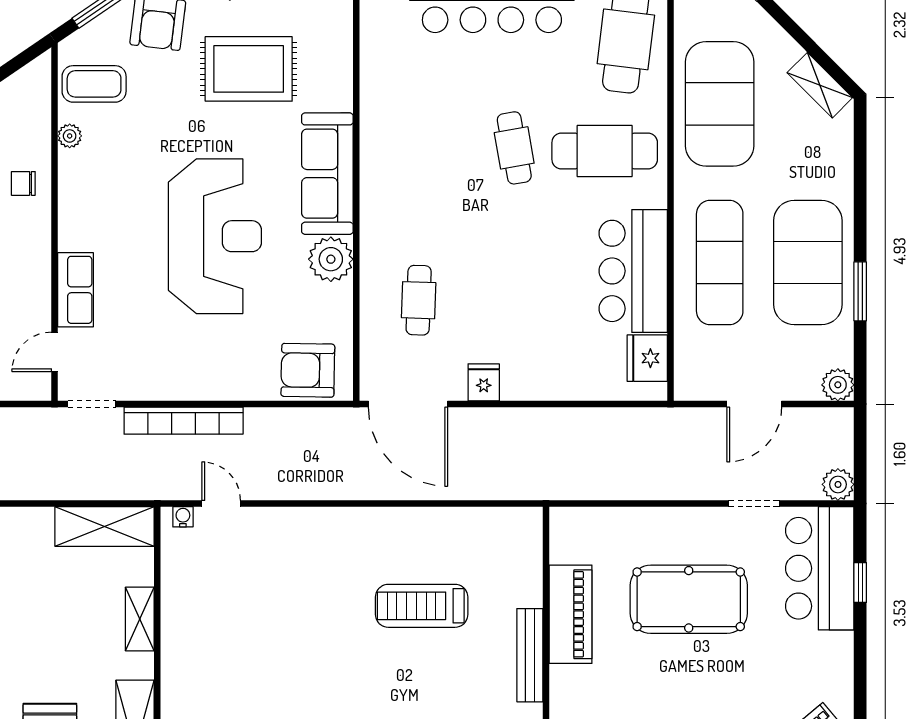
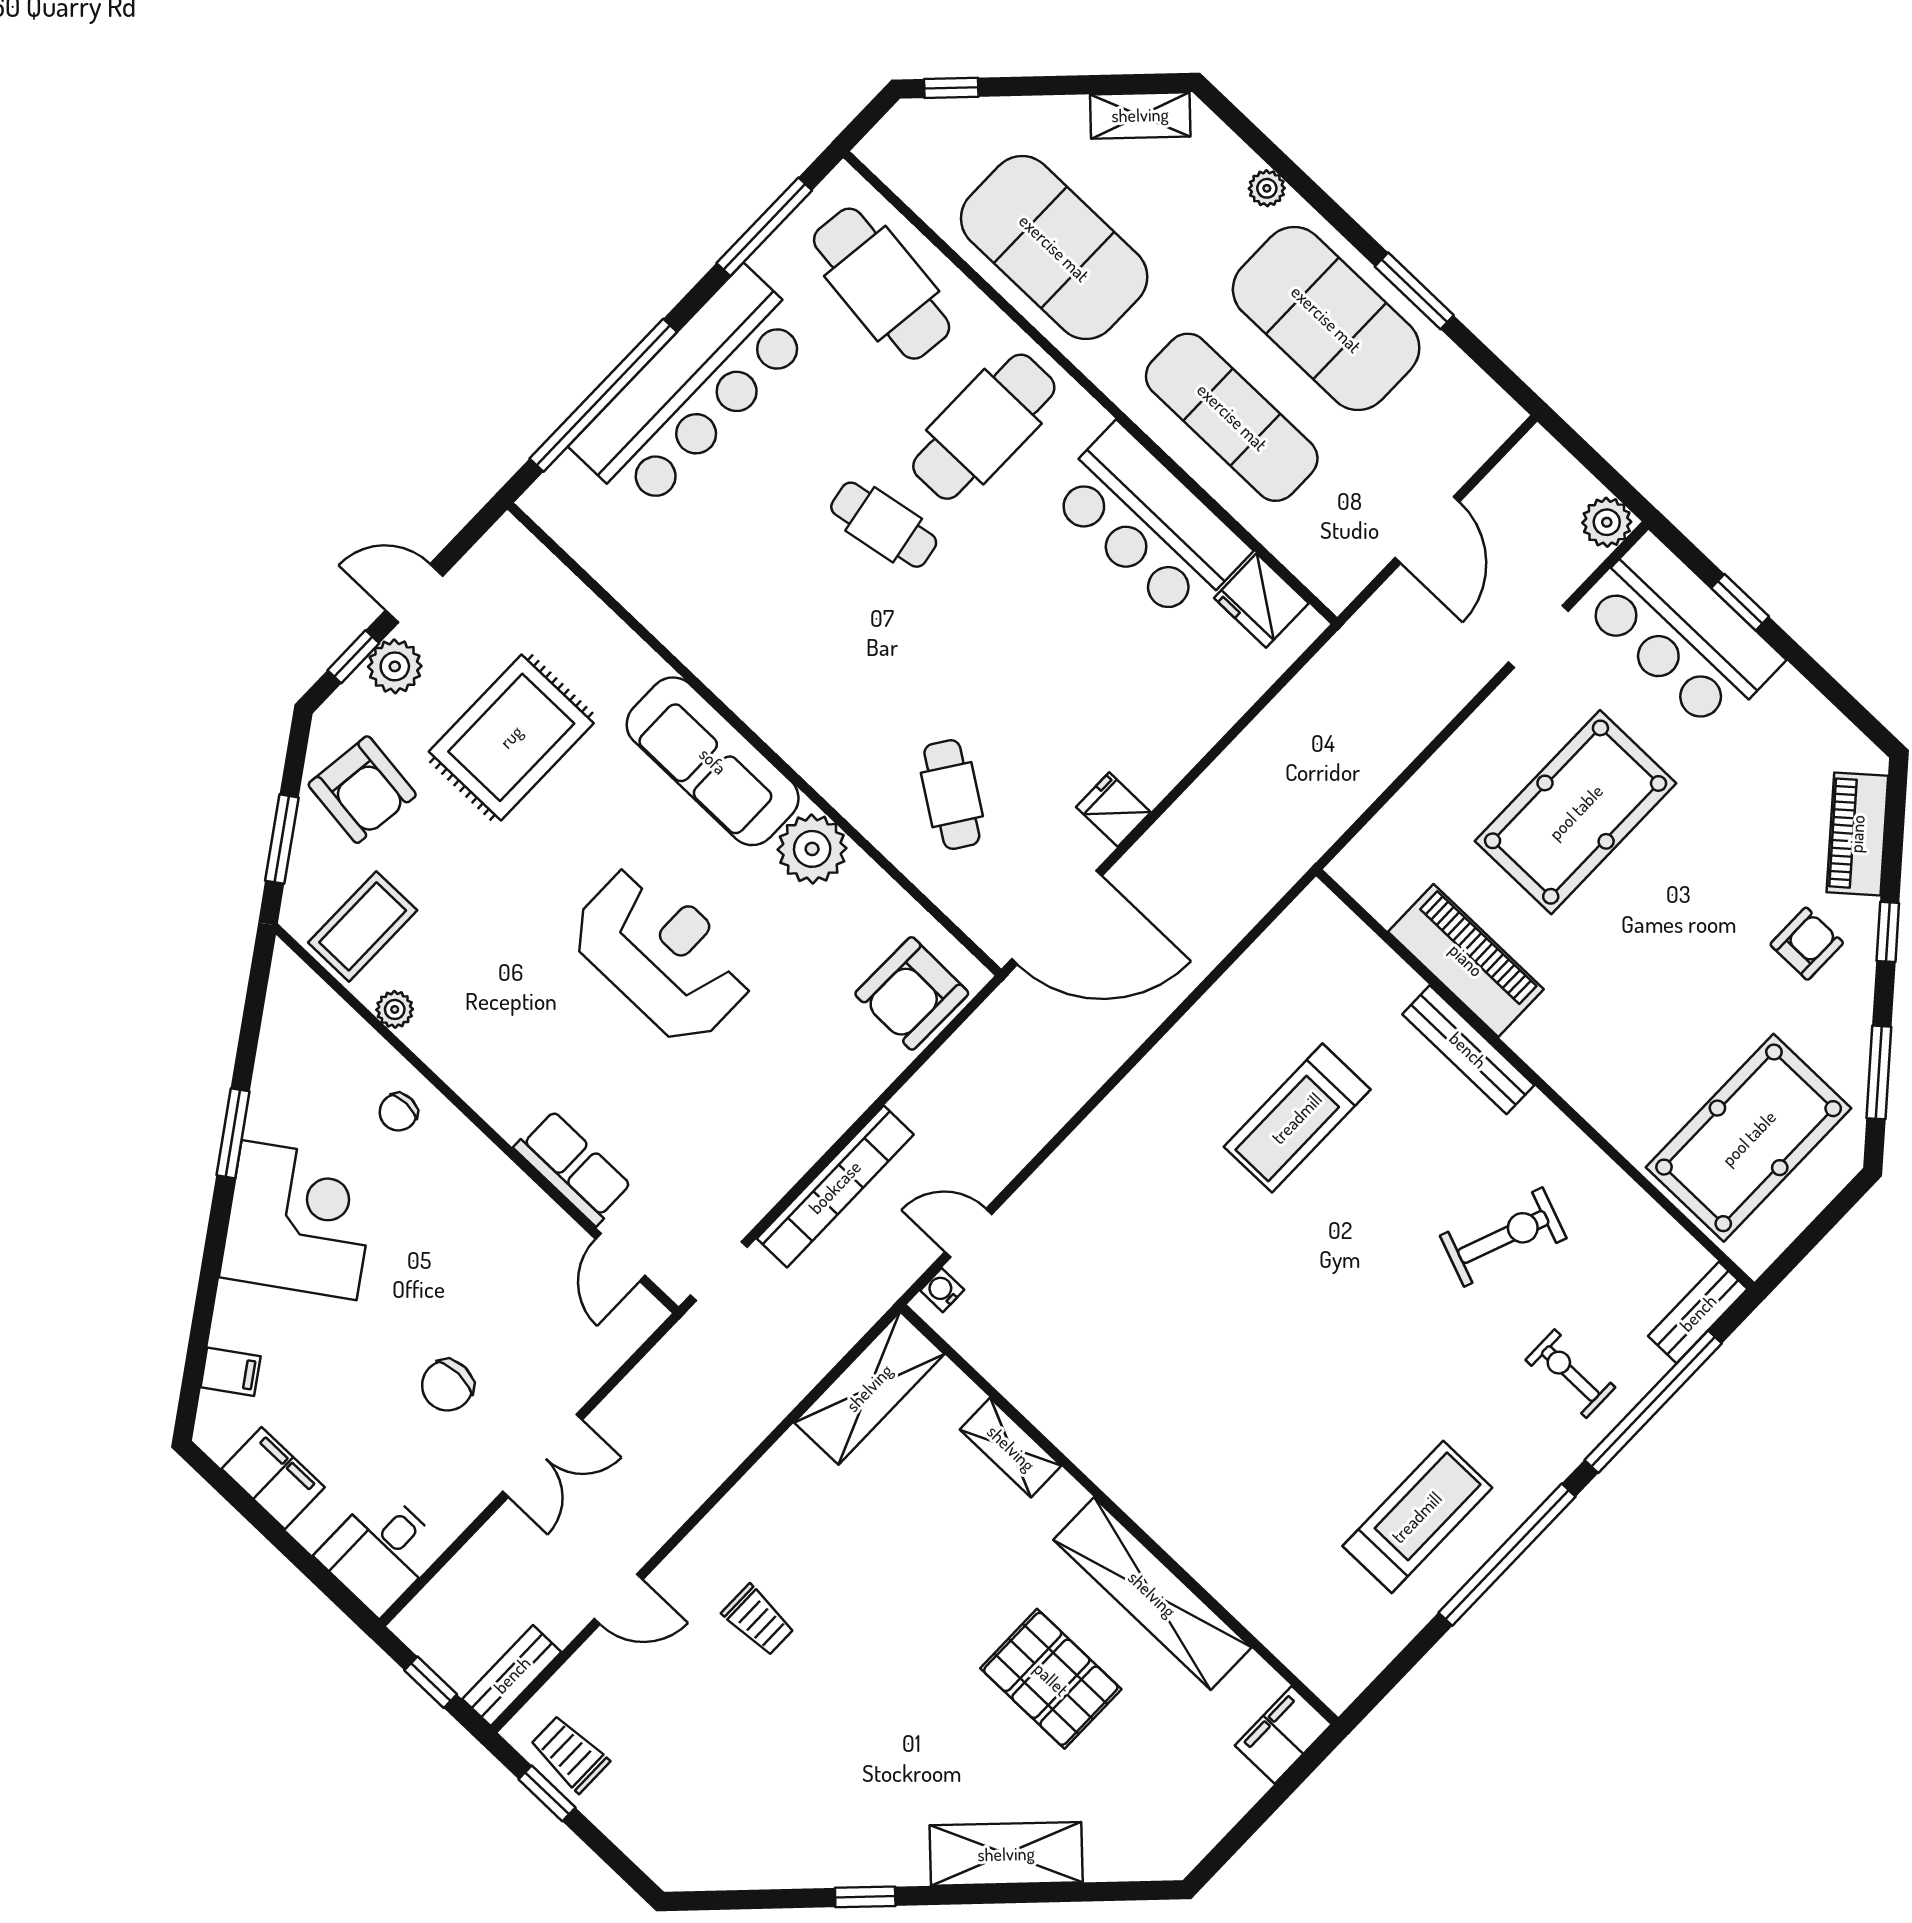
reception desk: (215, 236) -> (662, 954), width x0.74, depth x0.77
cafe table: (419, 300) -> (952, 795), turned 32
plant: (838, 385) -> (1267, 188), moved, width x0.73, depth x0.73

